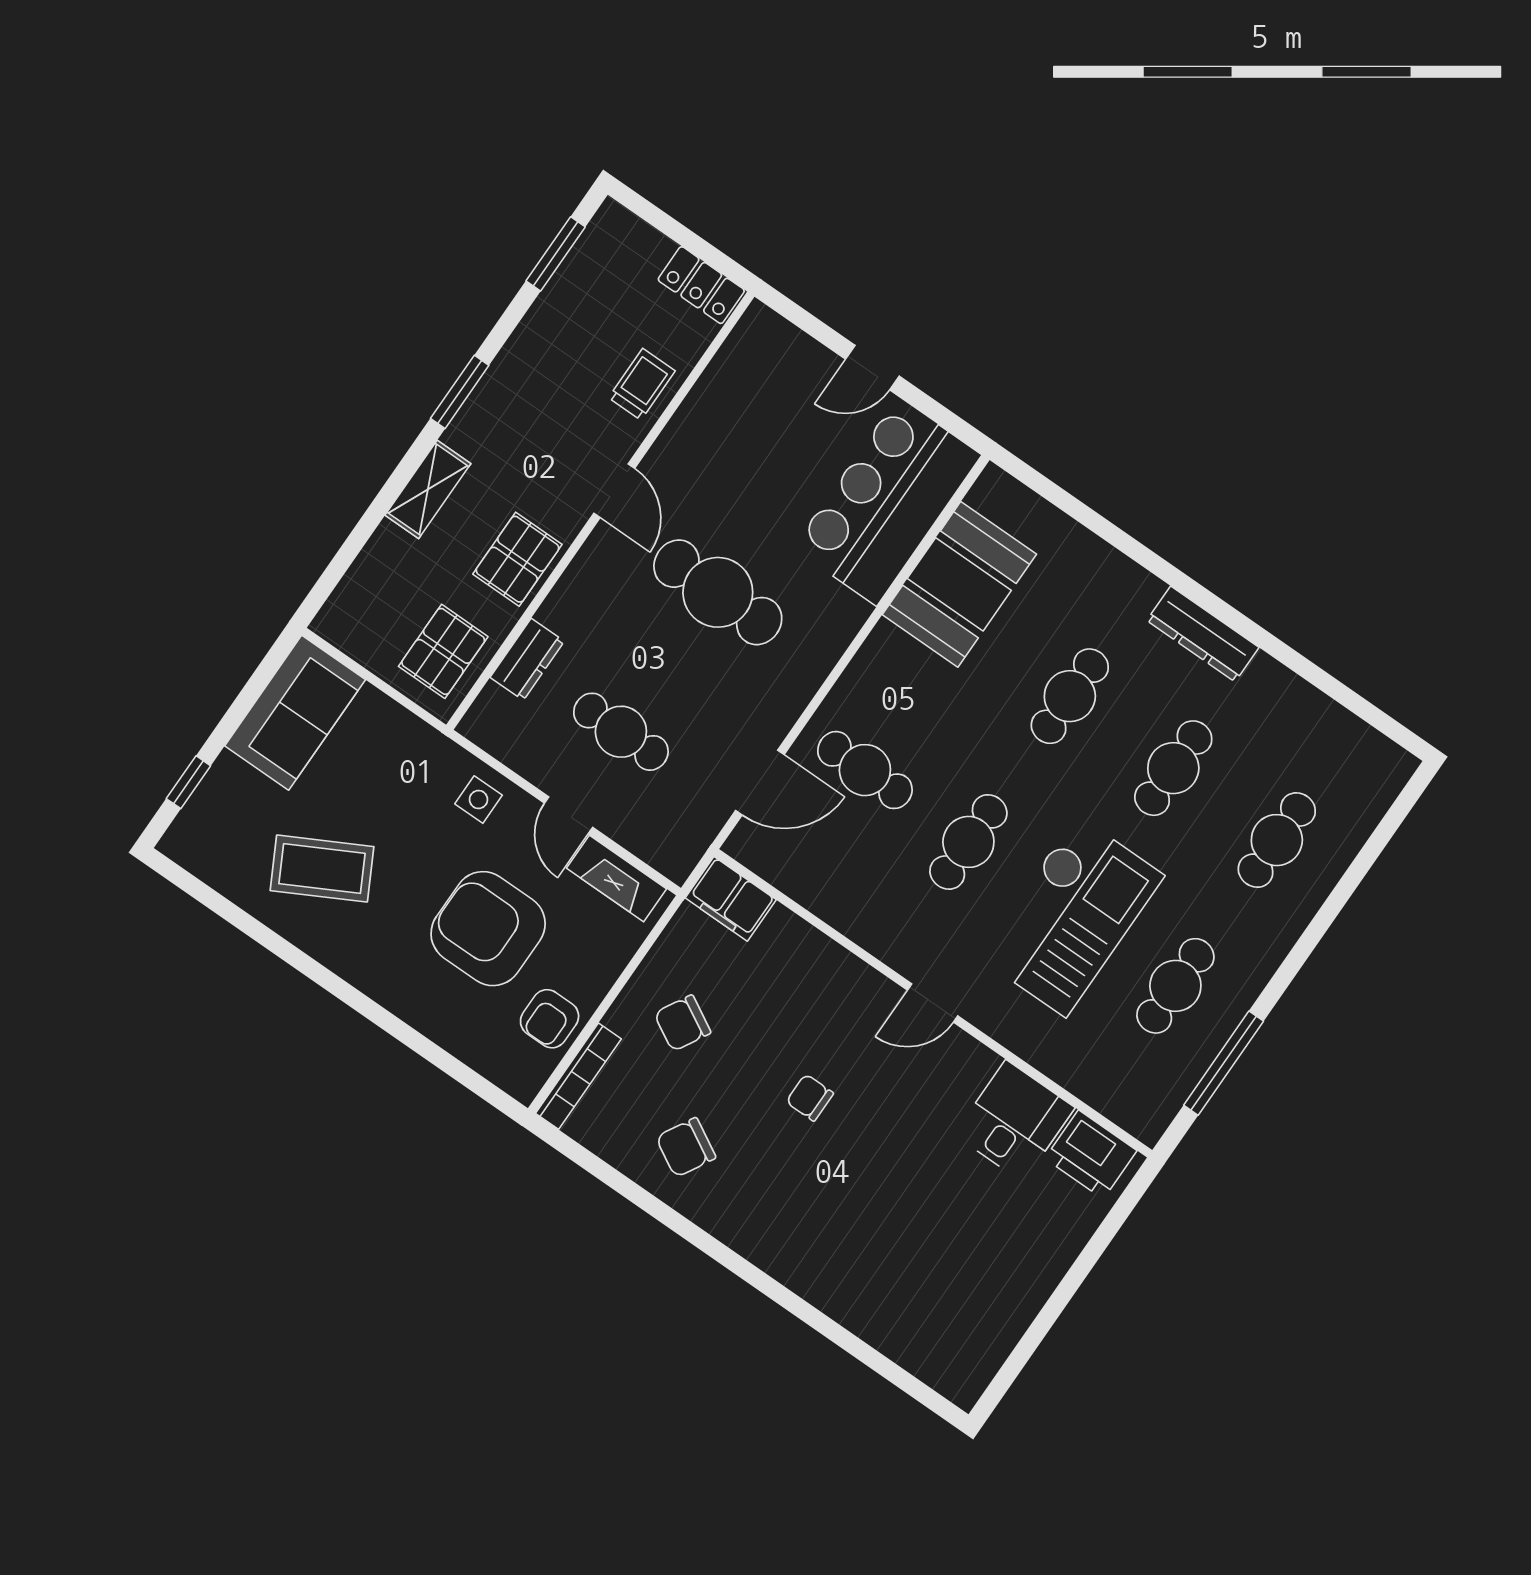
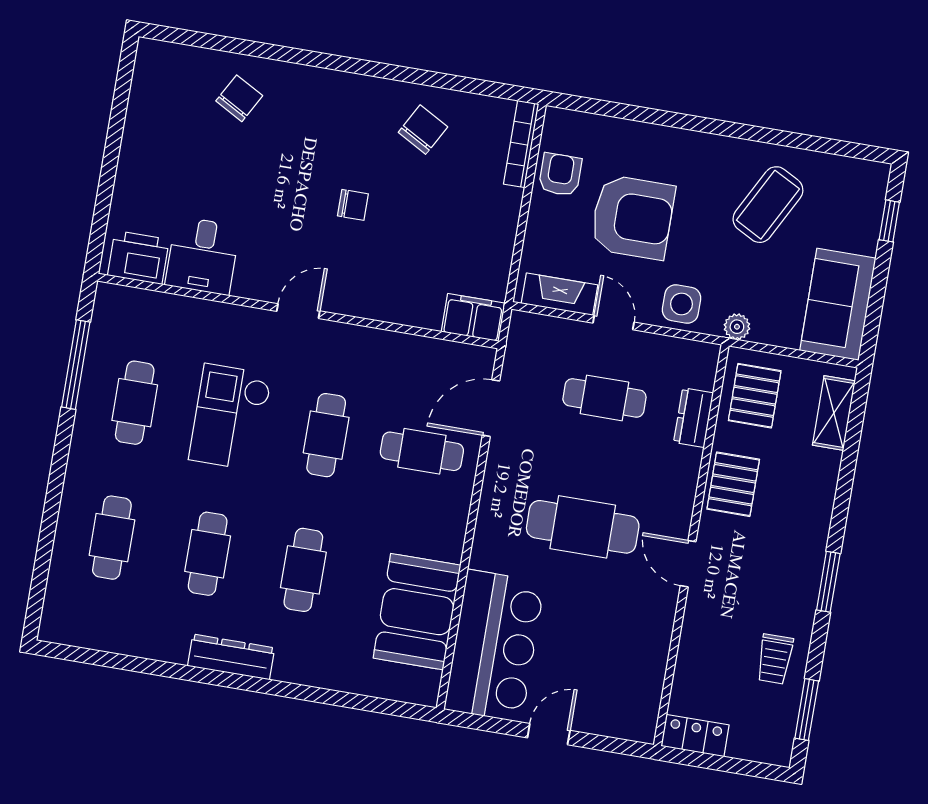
trolley: (642, 384) -> (775, 659), moved
shelving: (428, 489) -> (834, 413), moved
plant: (426, 742) -> (737, 327), added
side table: (479, 800) -> (682, 304), width x1.37, depth x1.37
coffee table: (322, 869) -> (768, 205), turned -34
checkout: (1071, 916) -> (230, 417), width x0.73, depth x0.83
chair: (682, 1023) -> (239, 98), moved

